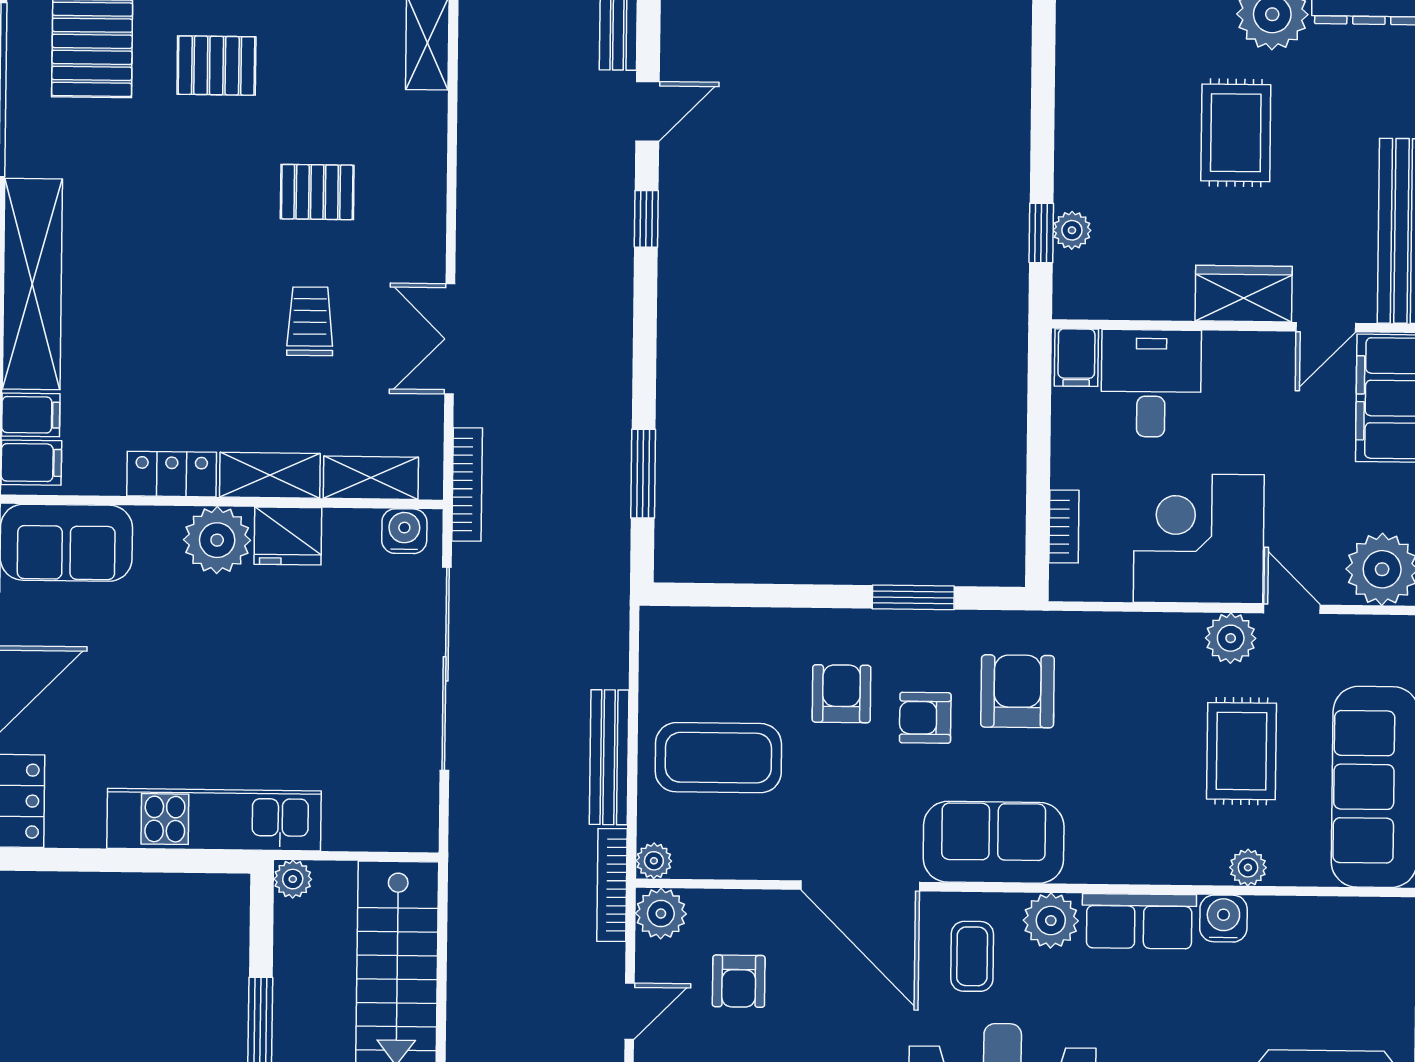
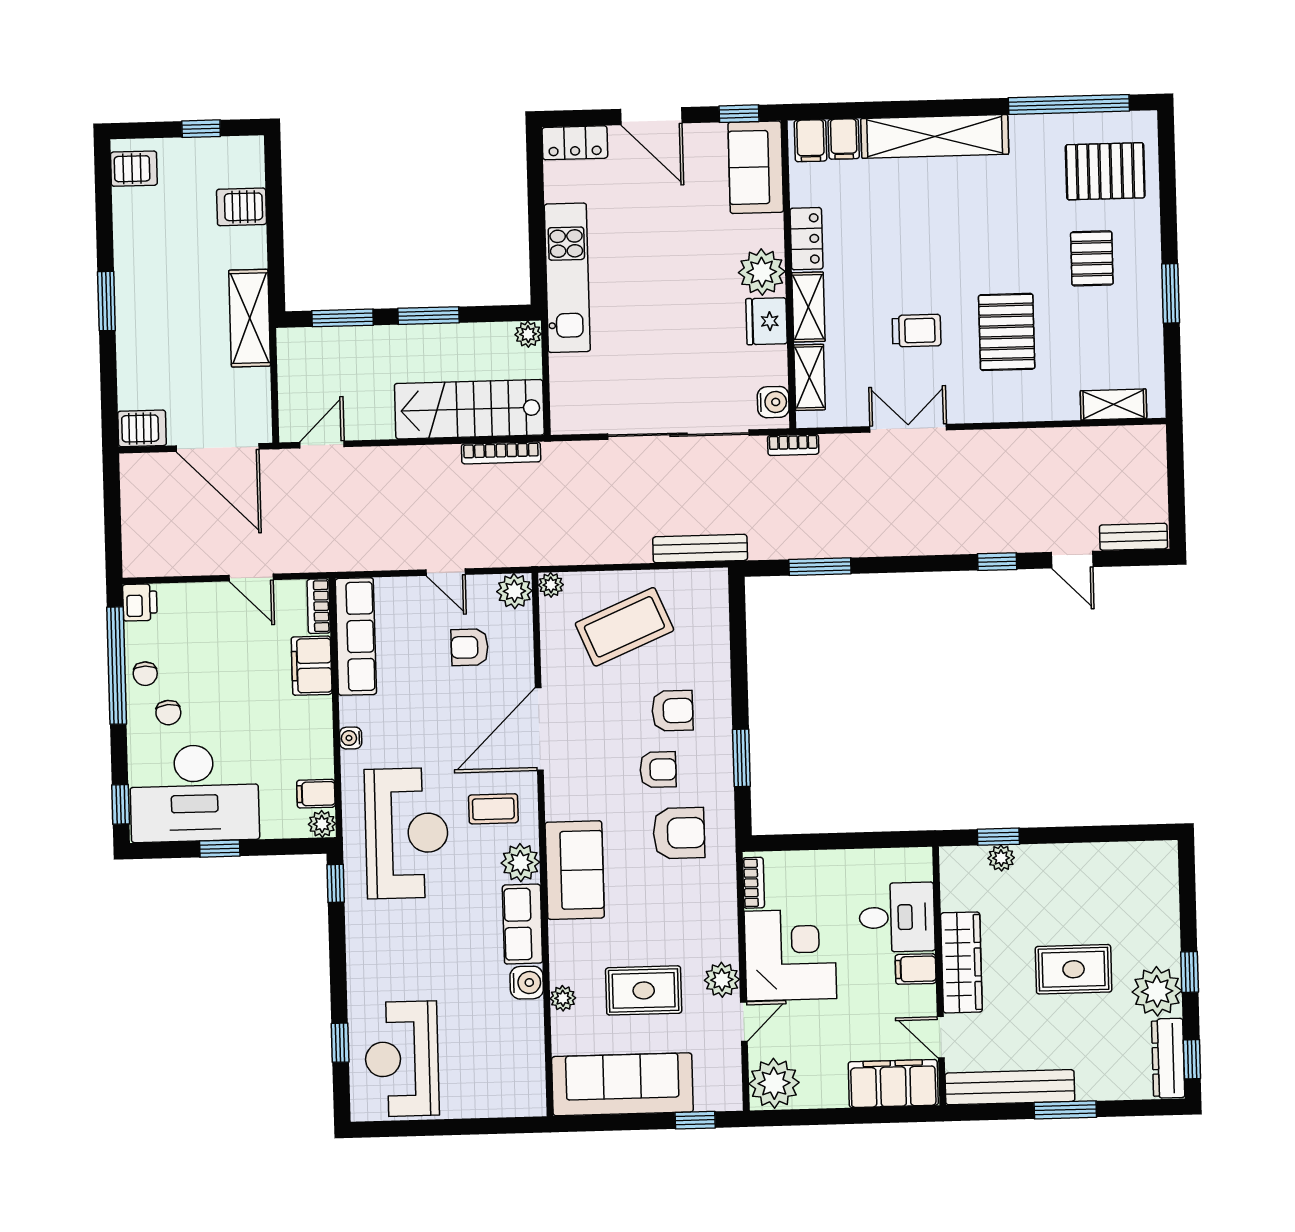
pallet: (317, 192) -> (1007, 332), width x1.50, depth x1.42
wardrobe: (1244, 294) -> (961, 962), width x1.50
filing cabinet: (1076, 358) -> (916, 969), moved
bookcase: (467, 484) -> (793, 445), width x0.64
bookcase: (1064, 526) -> (753, 883), moved, turned -90
armchair: (925, 718) -> (658, 770), turned 90
bench: (609, 757) -> (700, 549), moved
coffee table: (718, 758) -> (624, 627), turned 67
sofa: (994, 842) -> (575, 870), moved
bookcase: (612, 885) -> (501, 453), moved, turned 180

